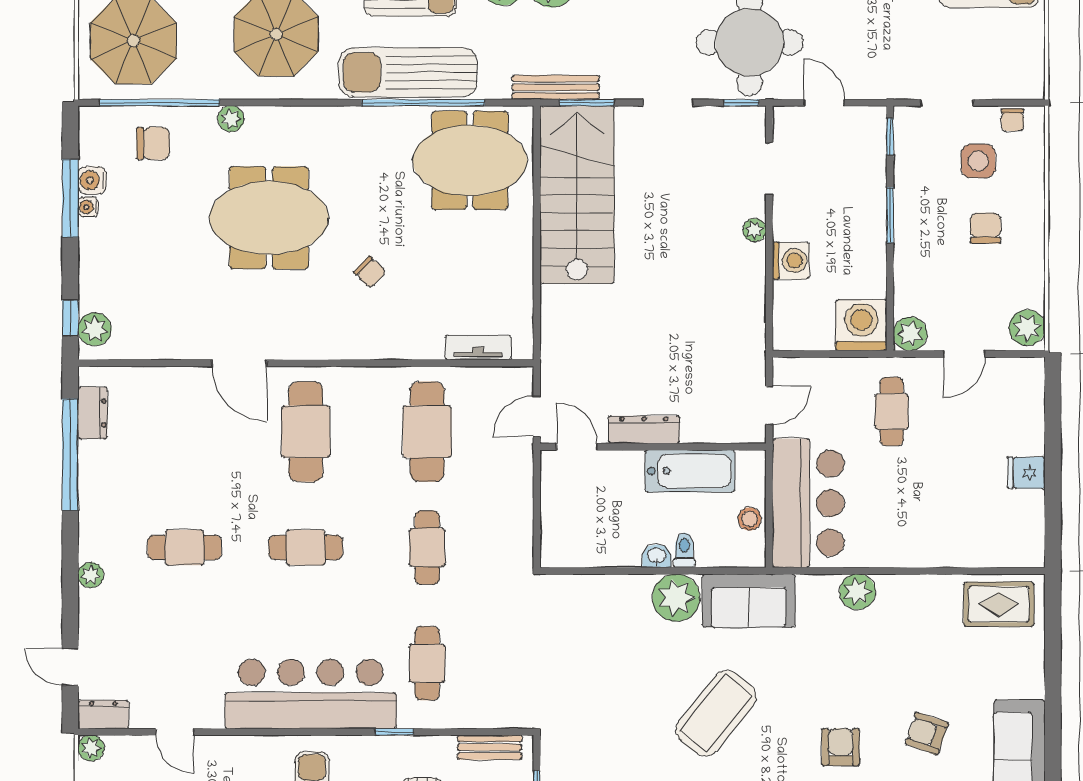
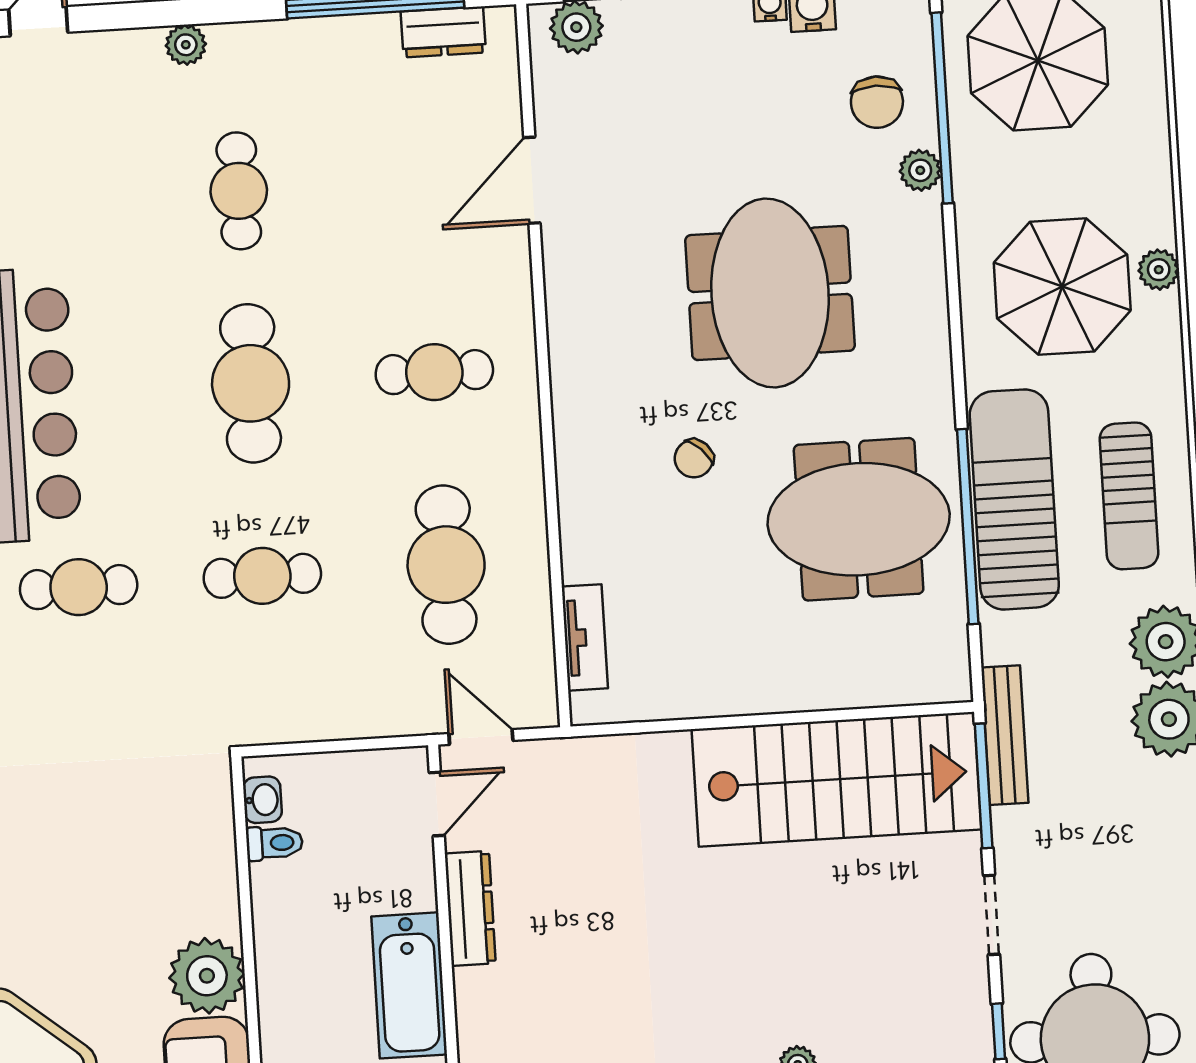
window: (587, 103) -> (984, 786), width x1.44
plant: (231, 119) -> (920, 170), moved
meeting table: (470, 160) -> (859, 519), moved, turned 90
door: (239, 363) -> (532, 180), moved
cafe table: (306, 432) -> (434, 372), width x0.73, depth x0.74
cafe table: (427, 432) -> (446, 565), turned 90
cafe table: (306, 547) -> (251, 383), width x1.37, depth x1.35
toilet: (684, 550) -> (274, 843), moved
washbasin: (657, 556) -> (262, 800), moved

